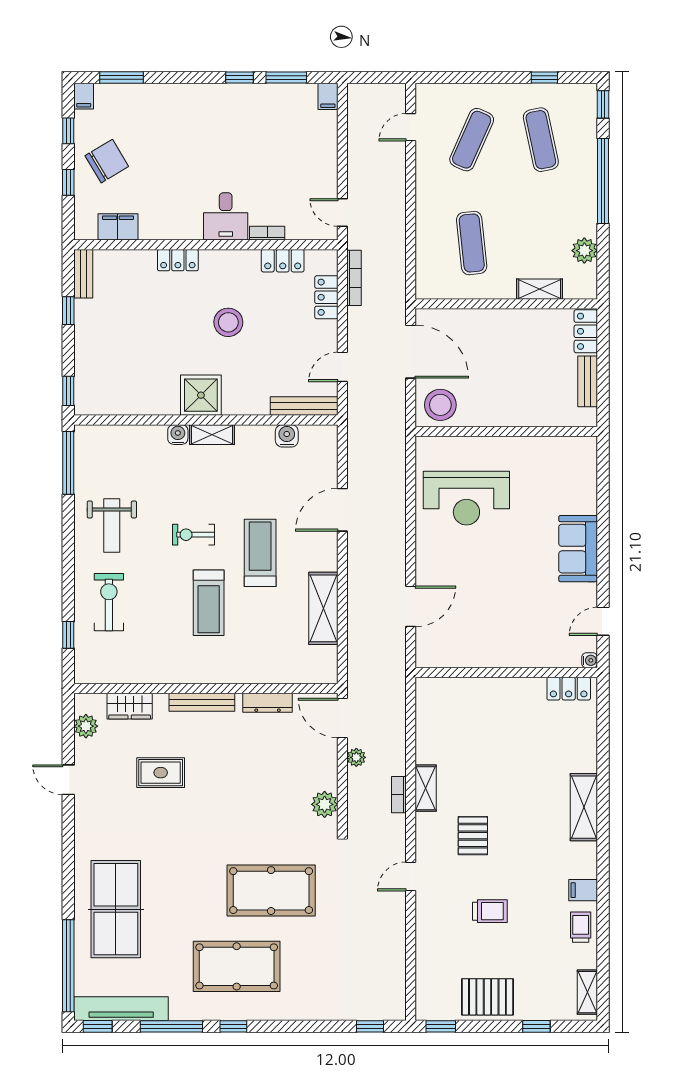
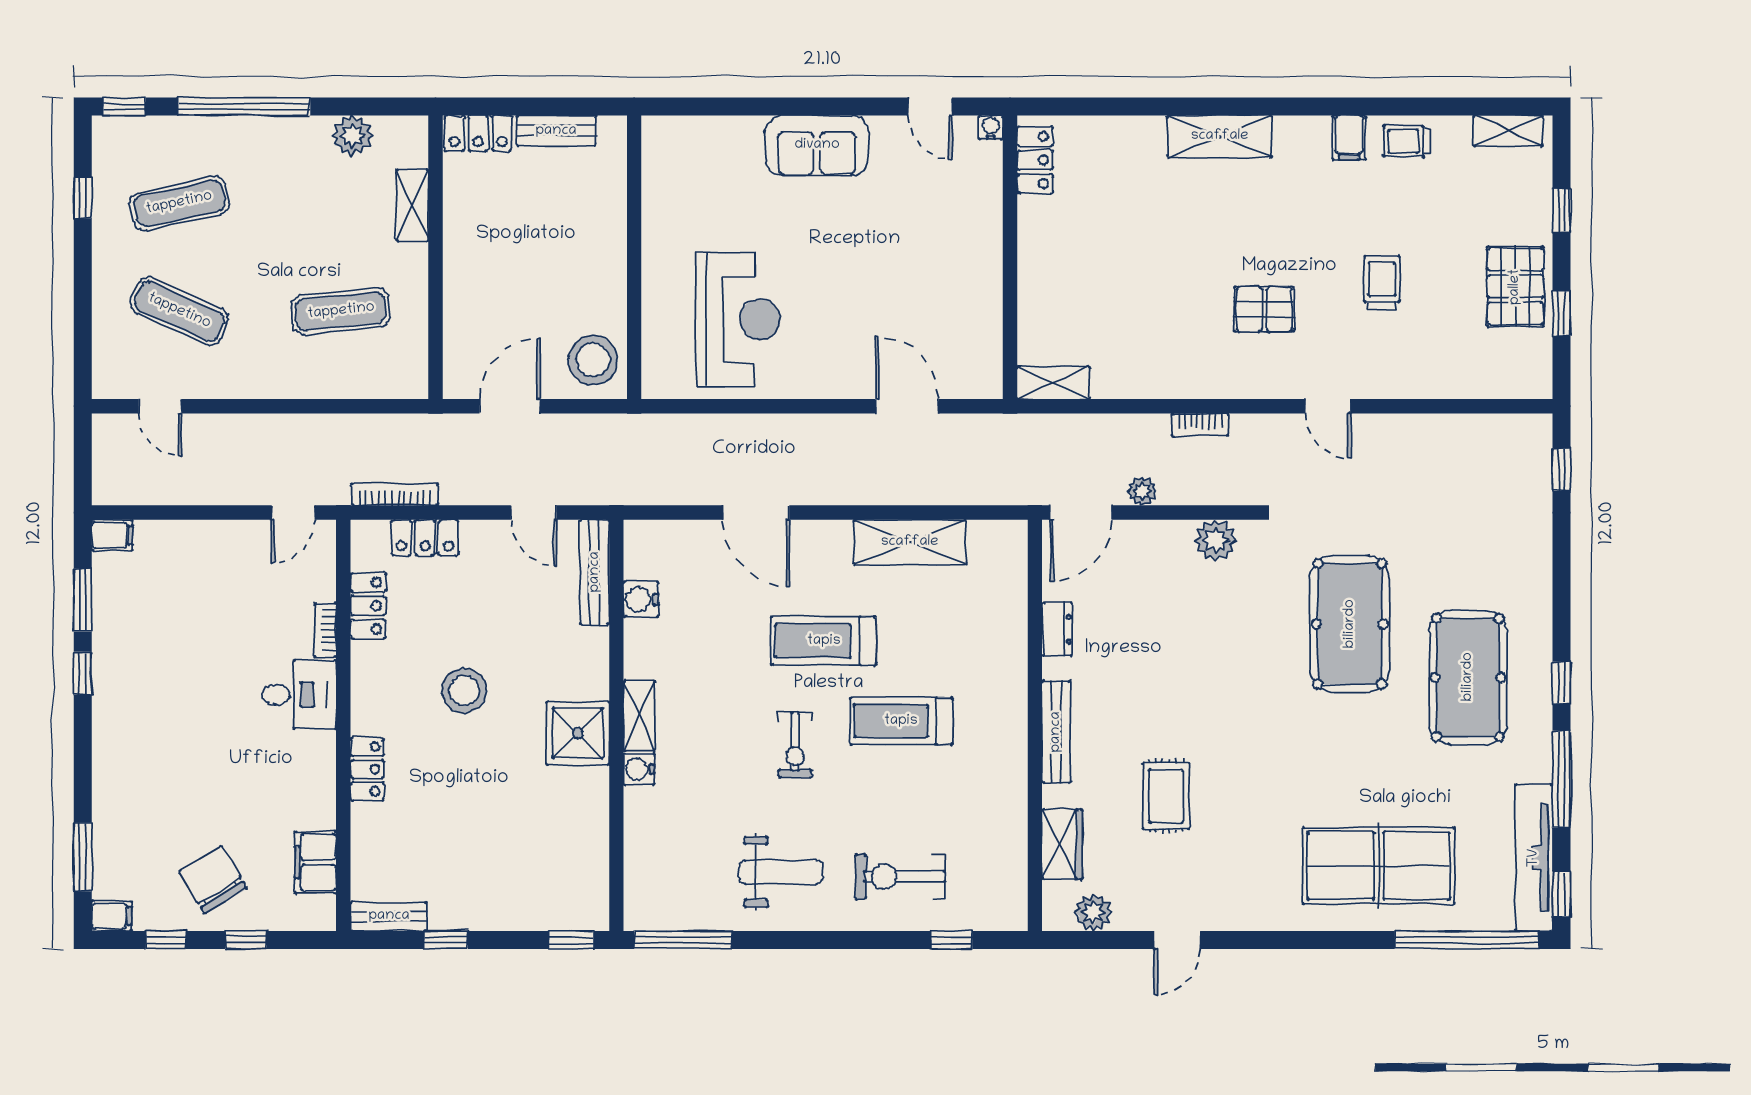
door: (411, 352) -> (510, 406), width x0.73
treadmill: (209, 603) -> (901, 721), turned 180
dresser: (268, 703) -> (1057, 629), width x0.70
shelving: (426, 788) -> (1053, 383), moved
window: (441, 1026) -> (1561, 313), moved

